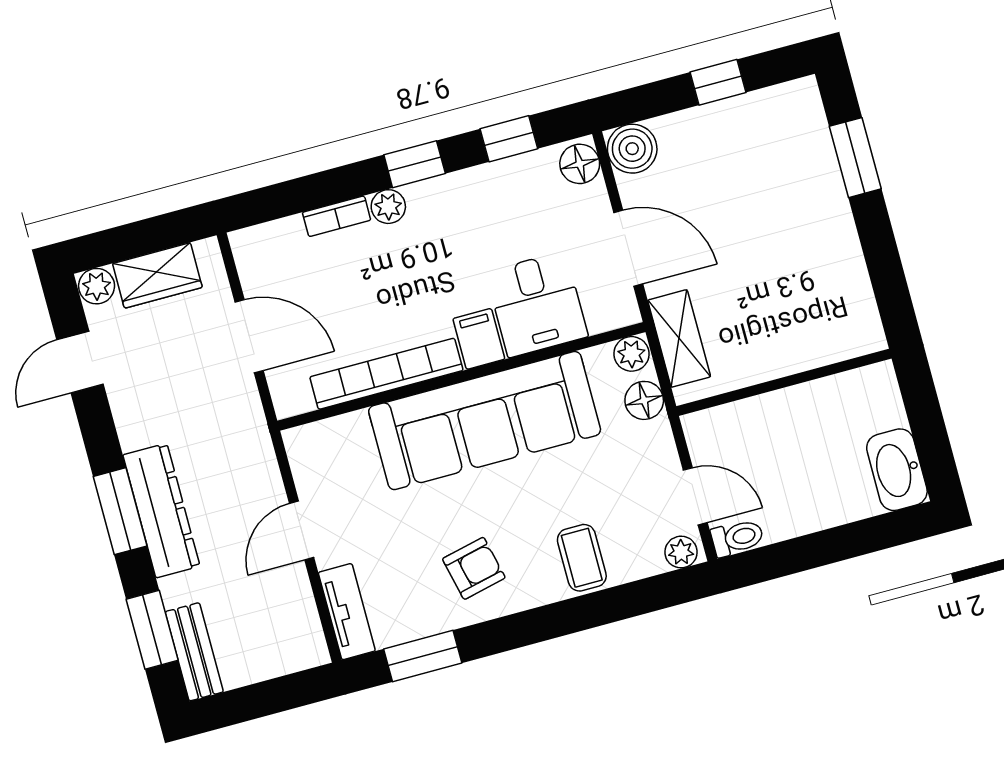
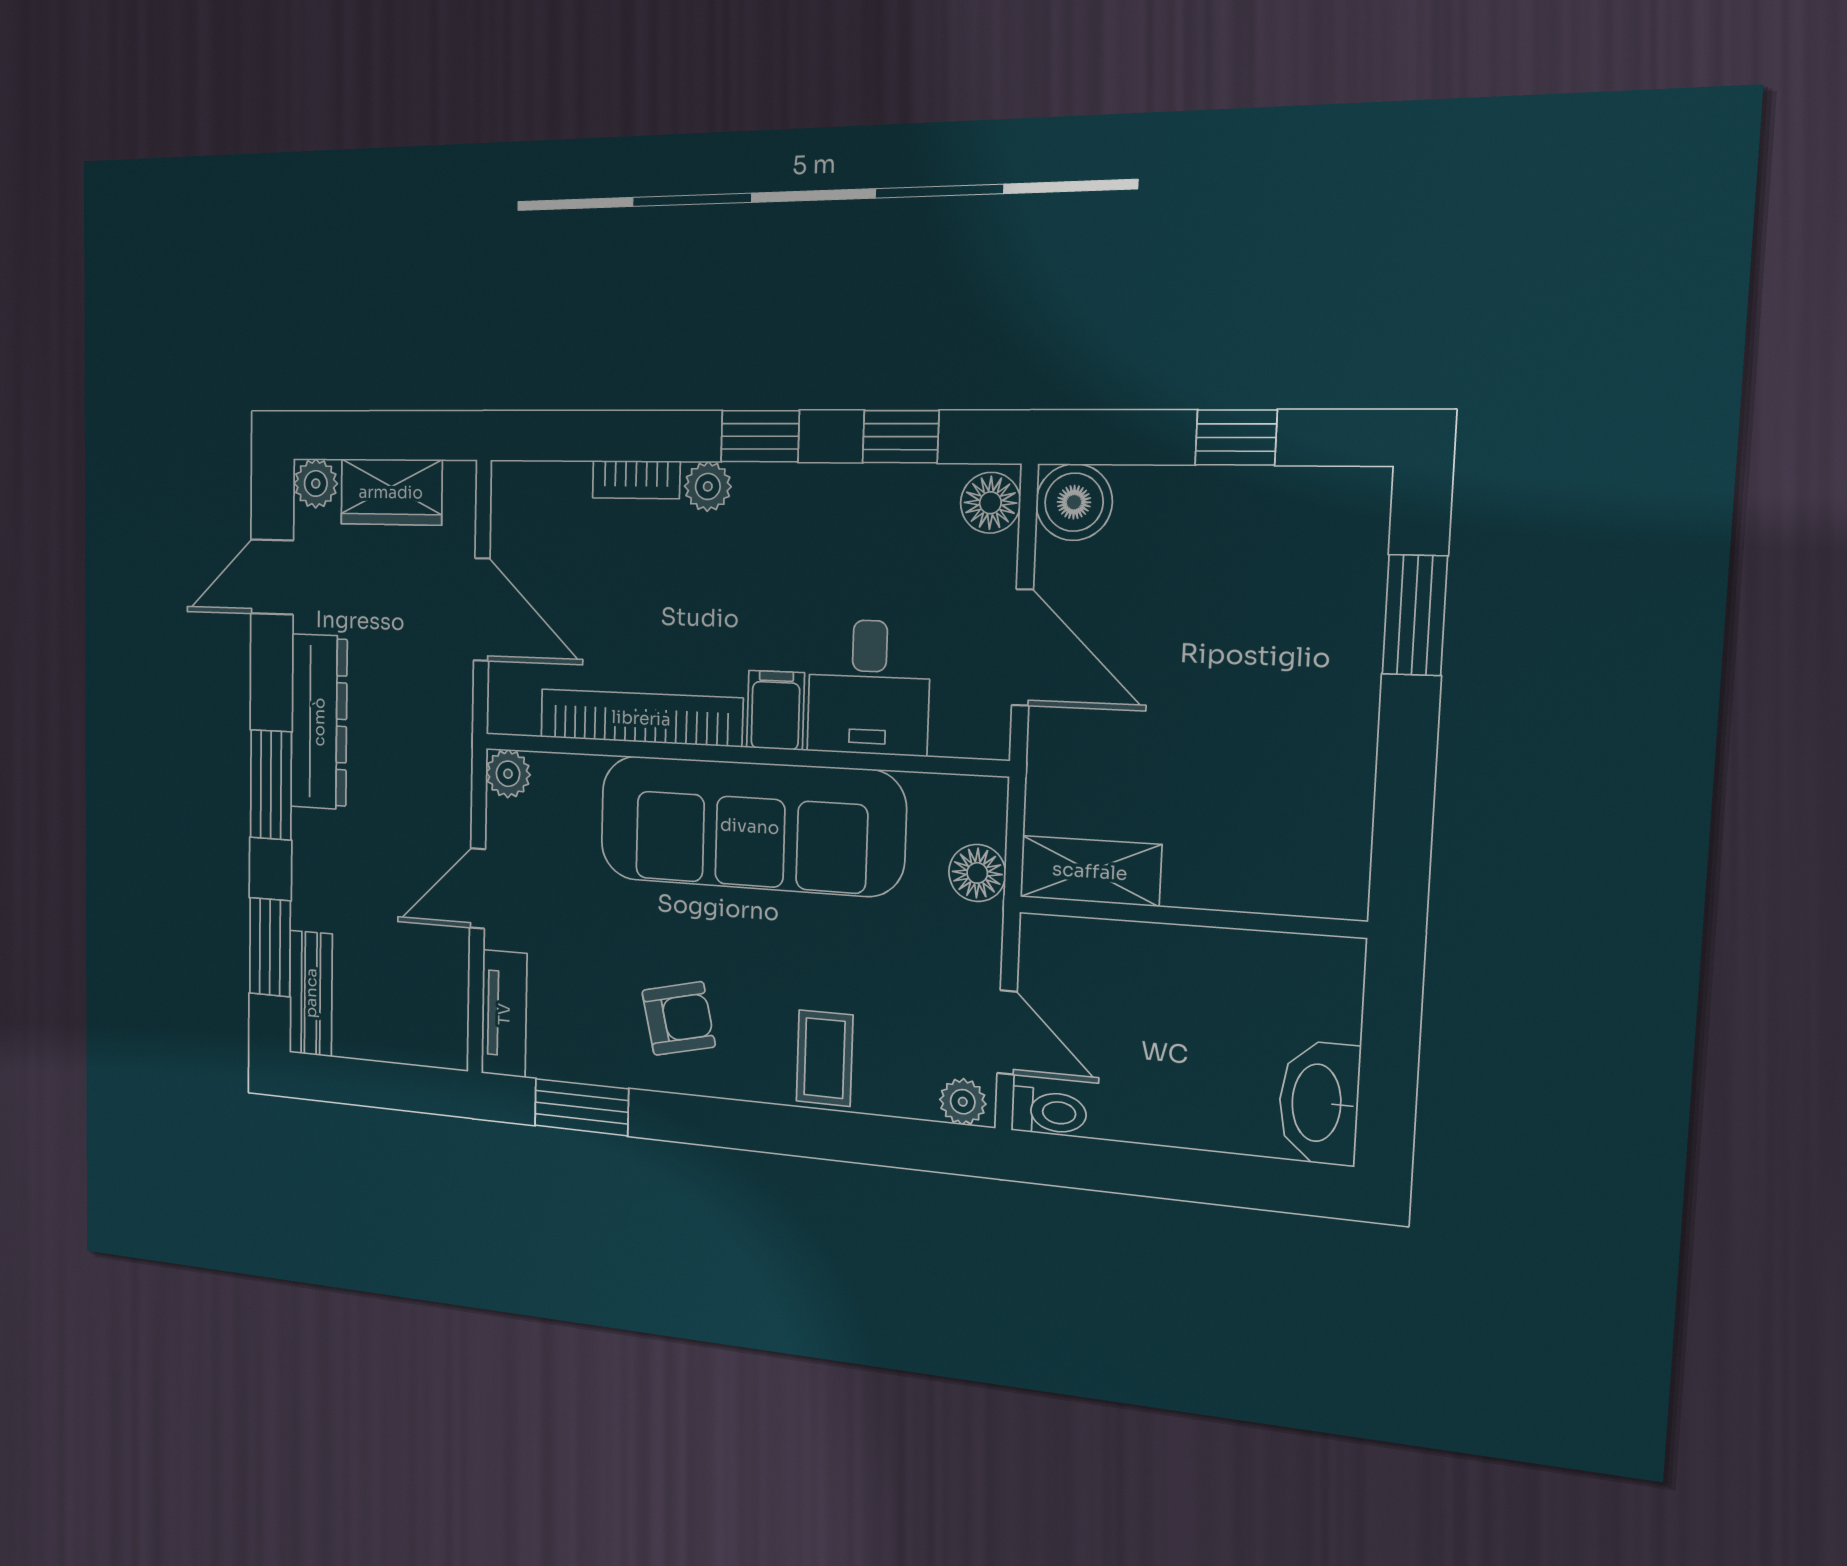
shelving: (679, 338) -> (1090, 871), moved, turned 90
plant: (632, 354) -> (508, 774), moved
dresser: (161, 511) -> (319, 722), moved

